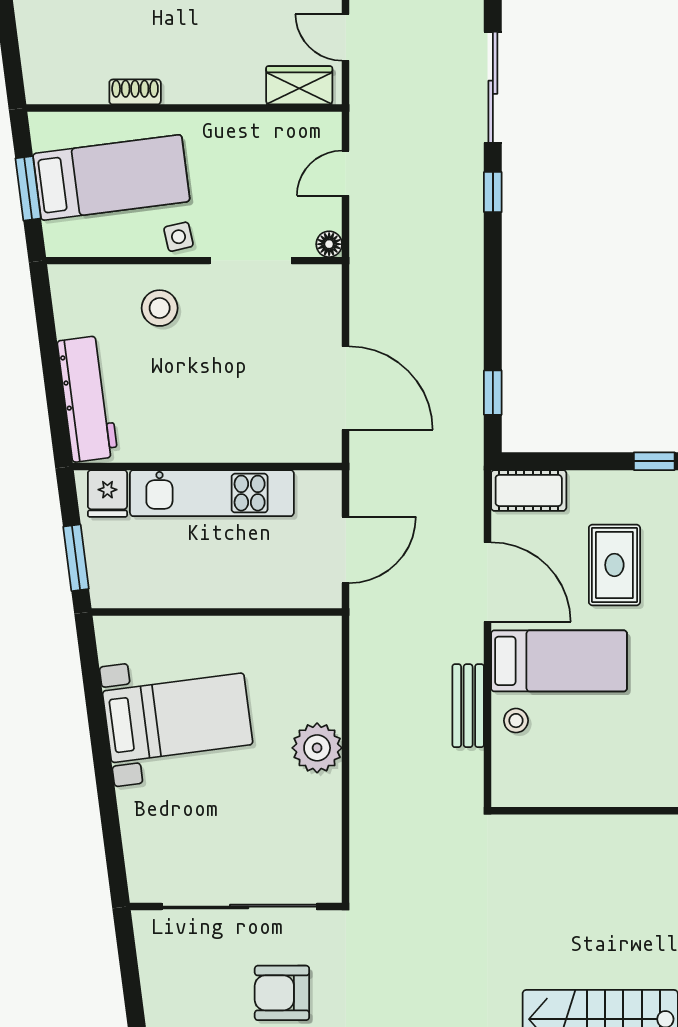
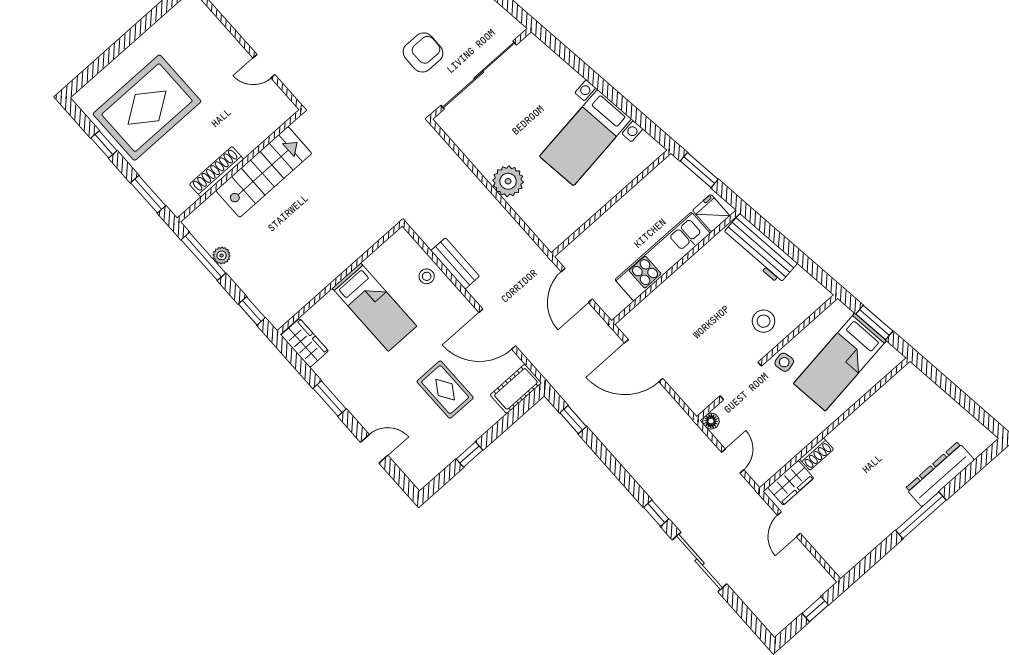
door: (346, 37) -> (789, 524), swing flipped
shoe rack: (135, 92) -> (817, 454), moved
bed: (559, 661) -> (374, 307), moved, turned -90

